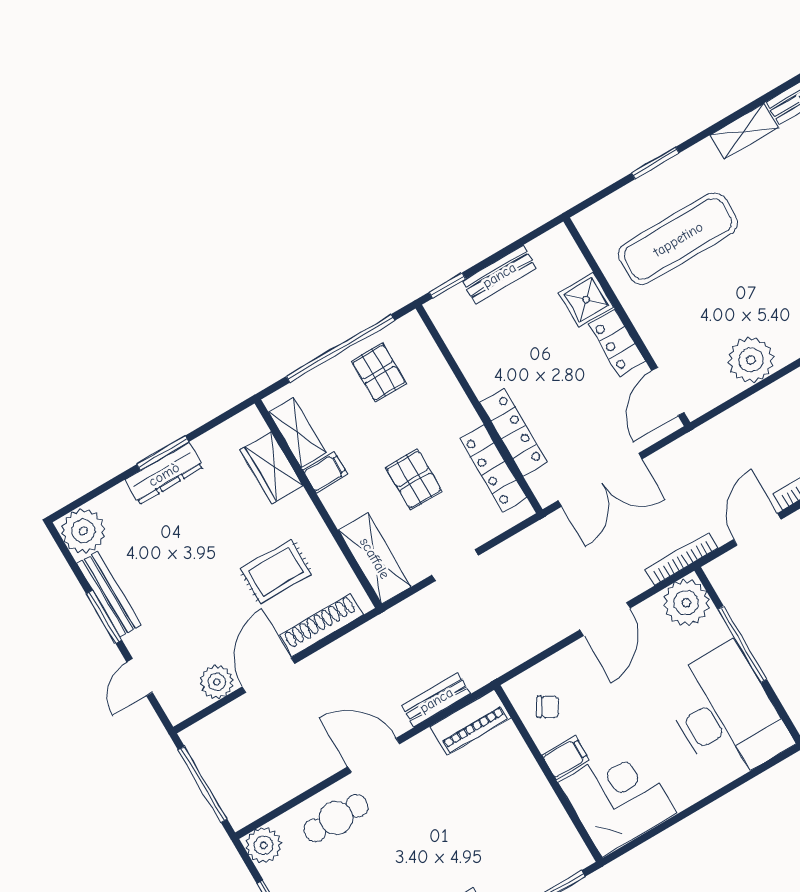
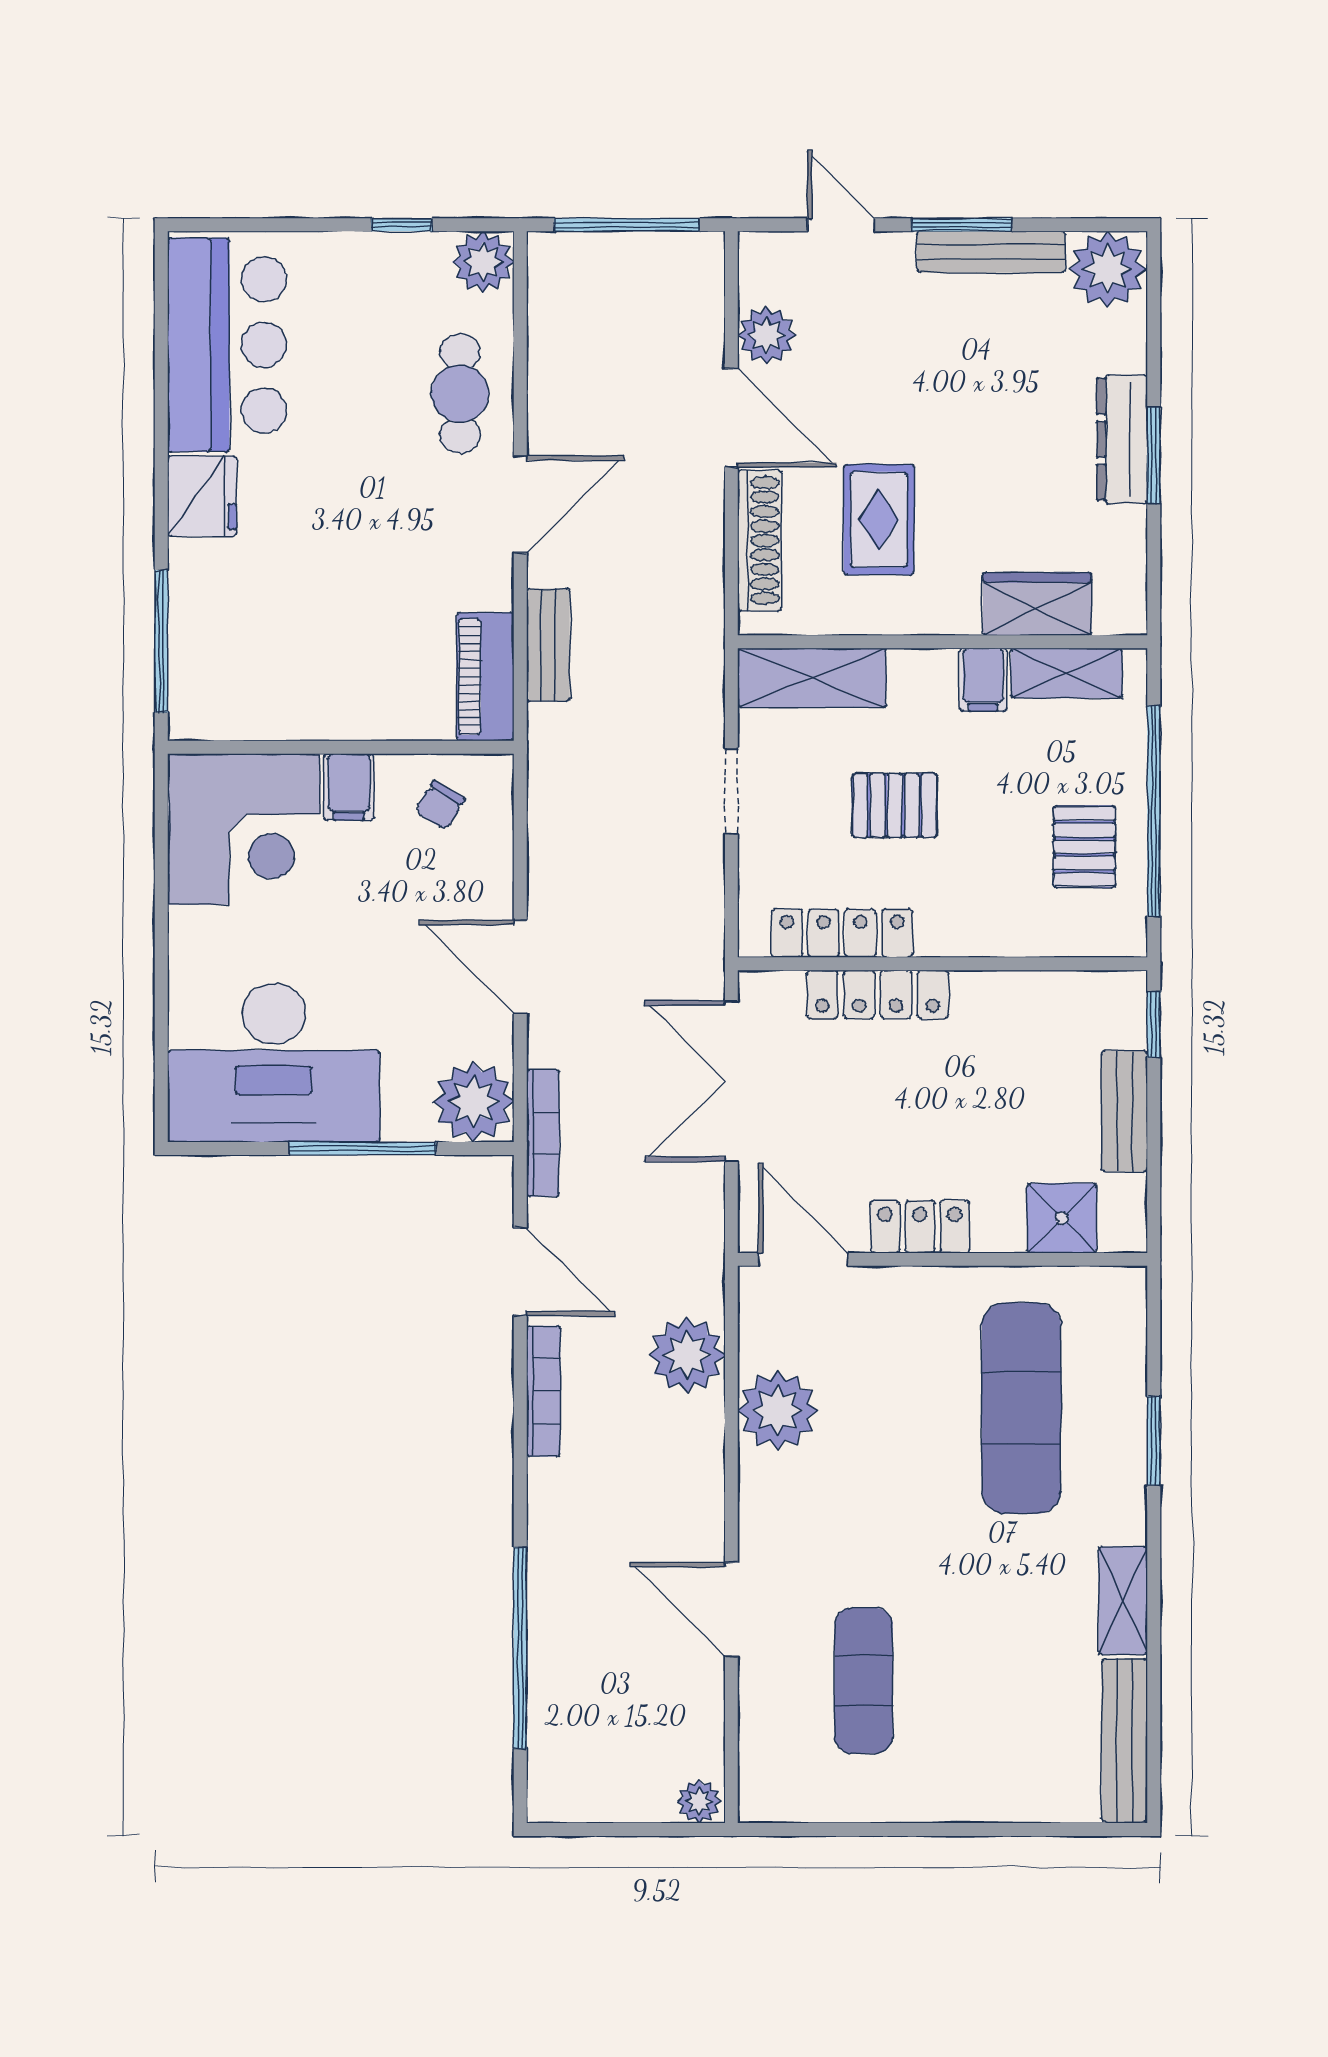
shower: (586, 300) -> (1062, 1218), moved
pallet: (379, 373) -> (1084, 847), turned 90
plant: (750, 421) -> (687, 1355), added

